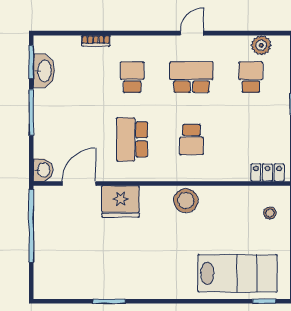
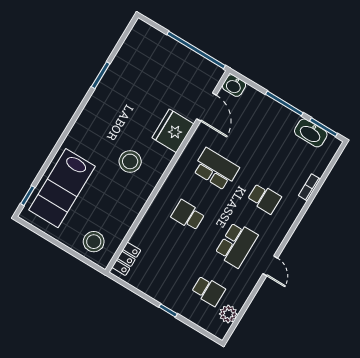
stool: (186, 201) -> (130, 161), moved
stool: (270, 213) -> (94, 242), width x1.89, depth x1.89

